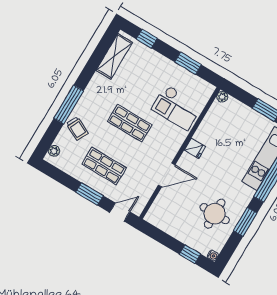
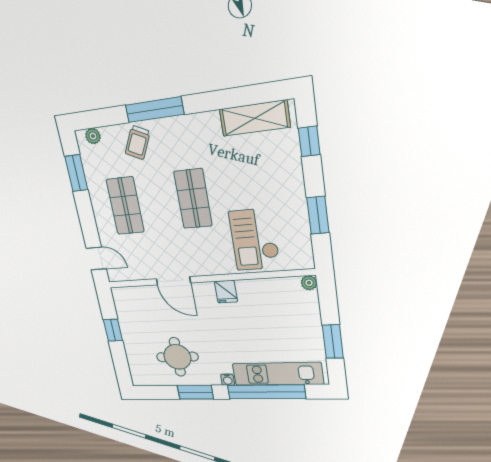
window: (90, 194) -> (76, 173), moved
window: (190, 254) -> (113, 330), moved
water cooler: (213, 256) -> (228, 380), moved

